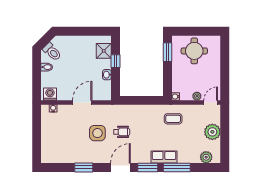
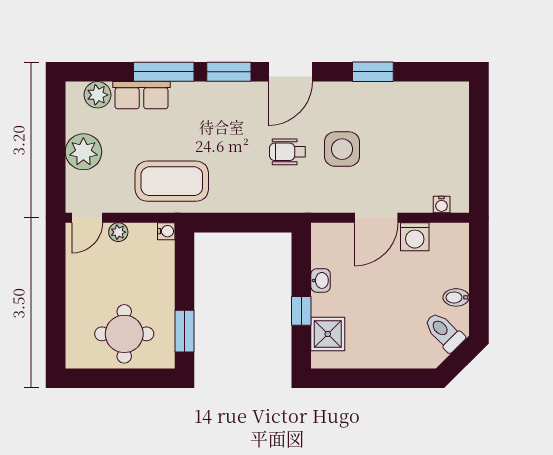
washing machine: (50, 94) -> (415, 237), moved
coffee table: (173, 119) -> (172, 181), width x1.86, depth x1.72
row of seats: (164, 157) -> (141, 95), moved

